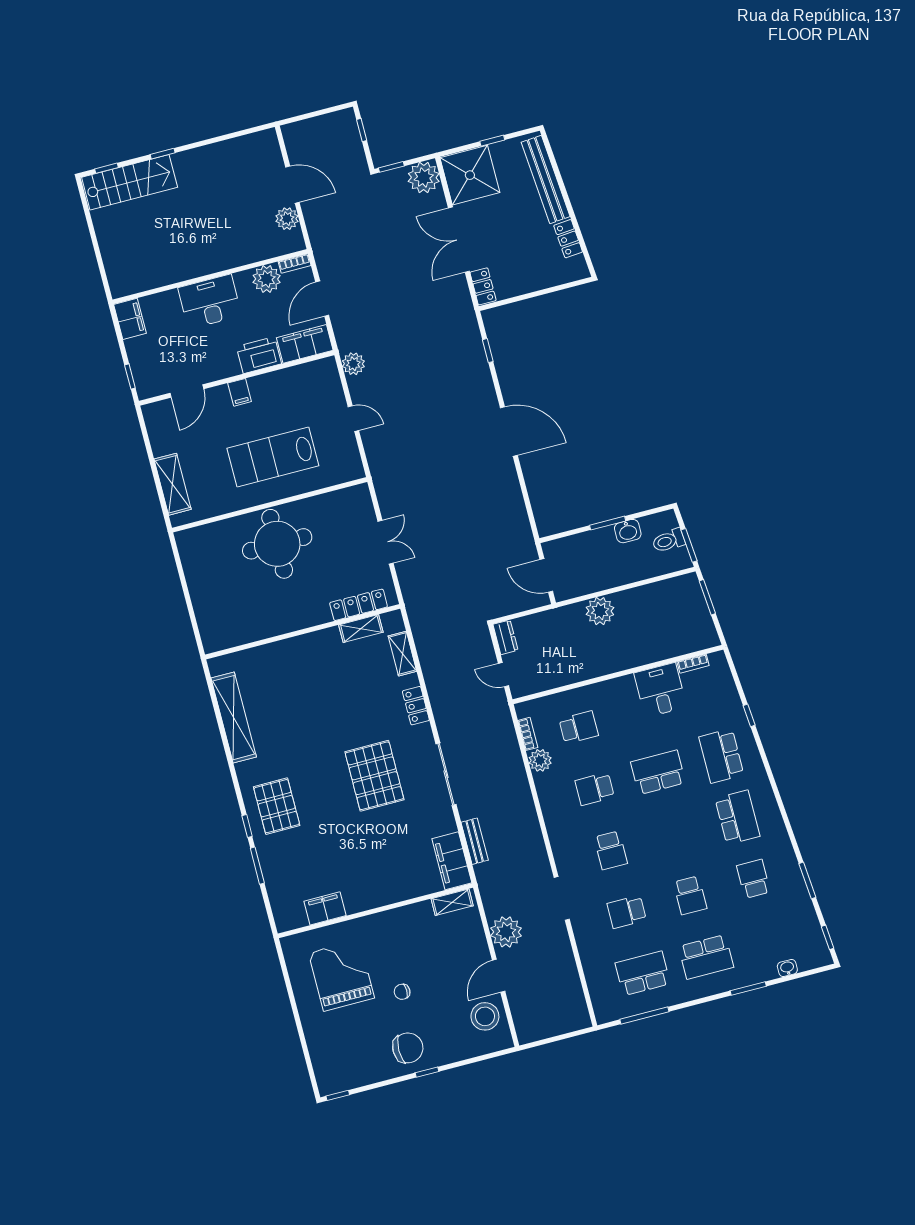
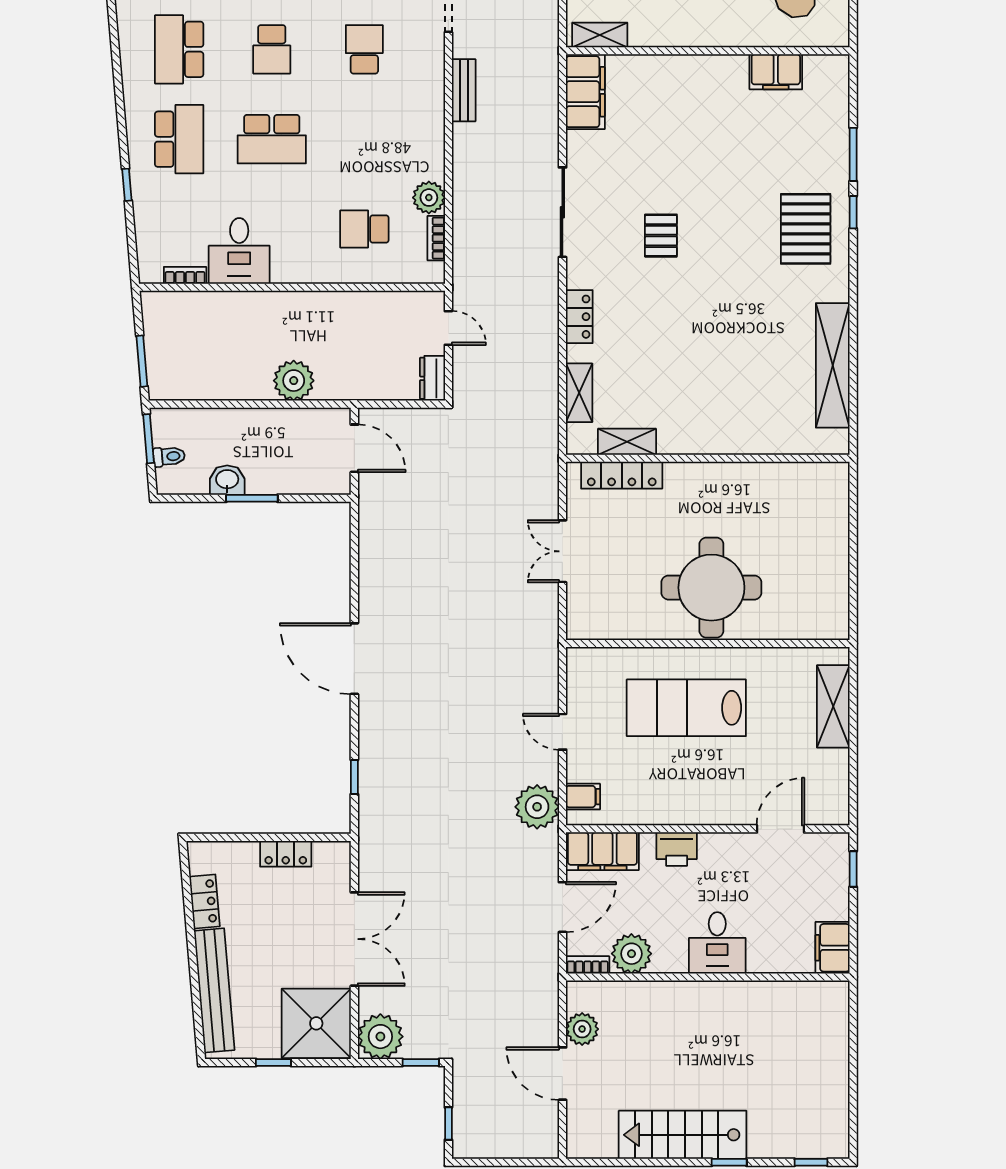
stairs: (130, 182) -> (683, 1135), moved
locker: (483, 286) -> (286, 854), moved, turned -90
desk: (210, 302) -> (717, 943), width x0.73
printer: (259, 355) -> (677, 849), width x0.73, depth x0.84
plant: (353, 364) -> (537, 807), width x1.36, depth x1.36
filing cabinet: (240, 392) -> (583, 797), moved, turned 90
lab bench: (273, 457) -> (686, 708), turned 180
toilet: (669, 541) -> (169, 457), width x0.73, depth x0.72
pallet: (374, 776) -> (661, 236), width x0.49, depth x0.50
school desk: (595, 789) -> (272, 49), moved, turned 90
bench: (475, 841) -> (464, 90), moved

